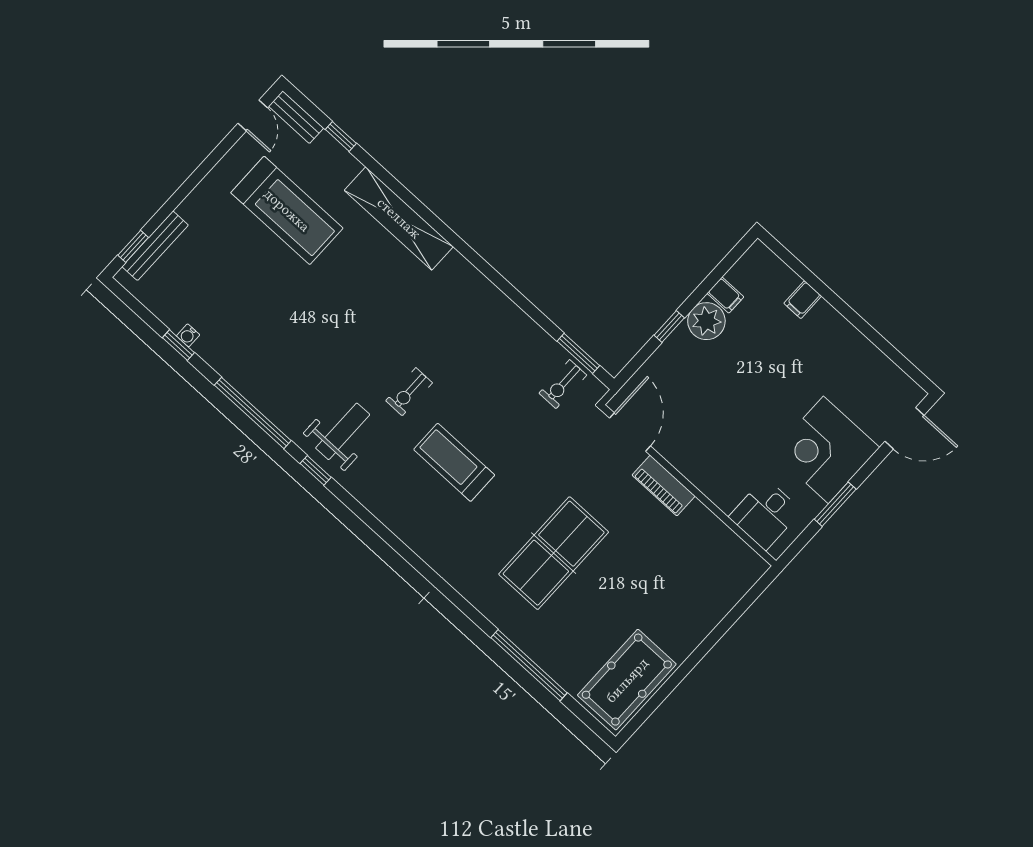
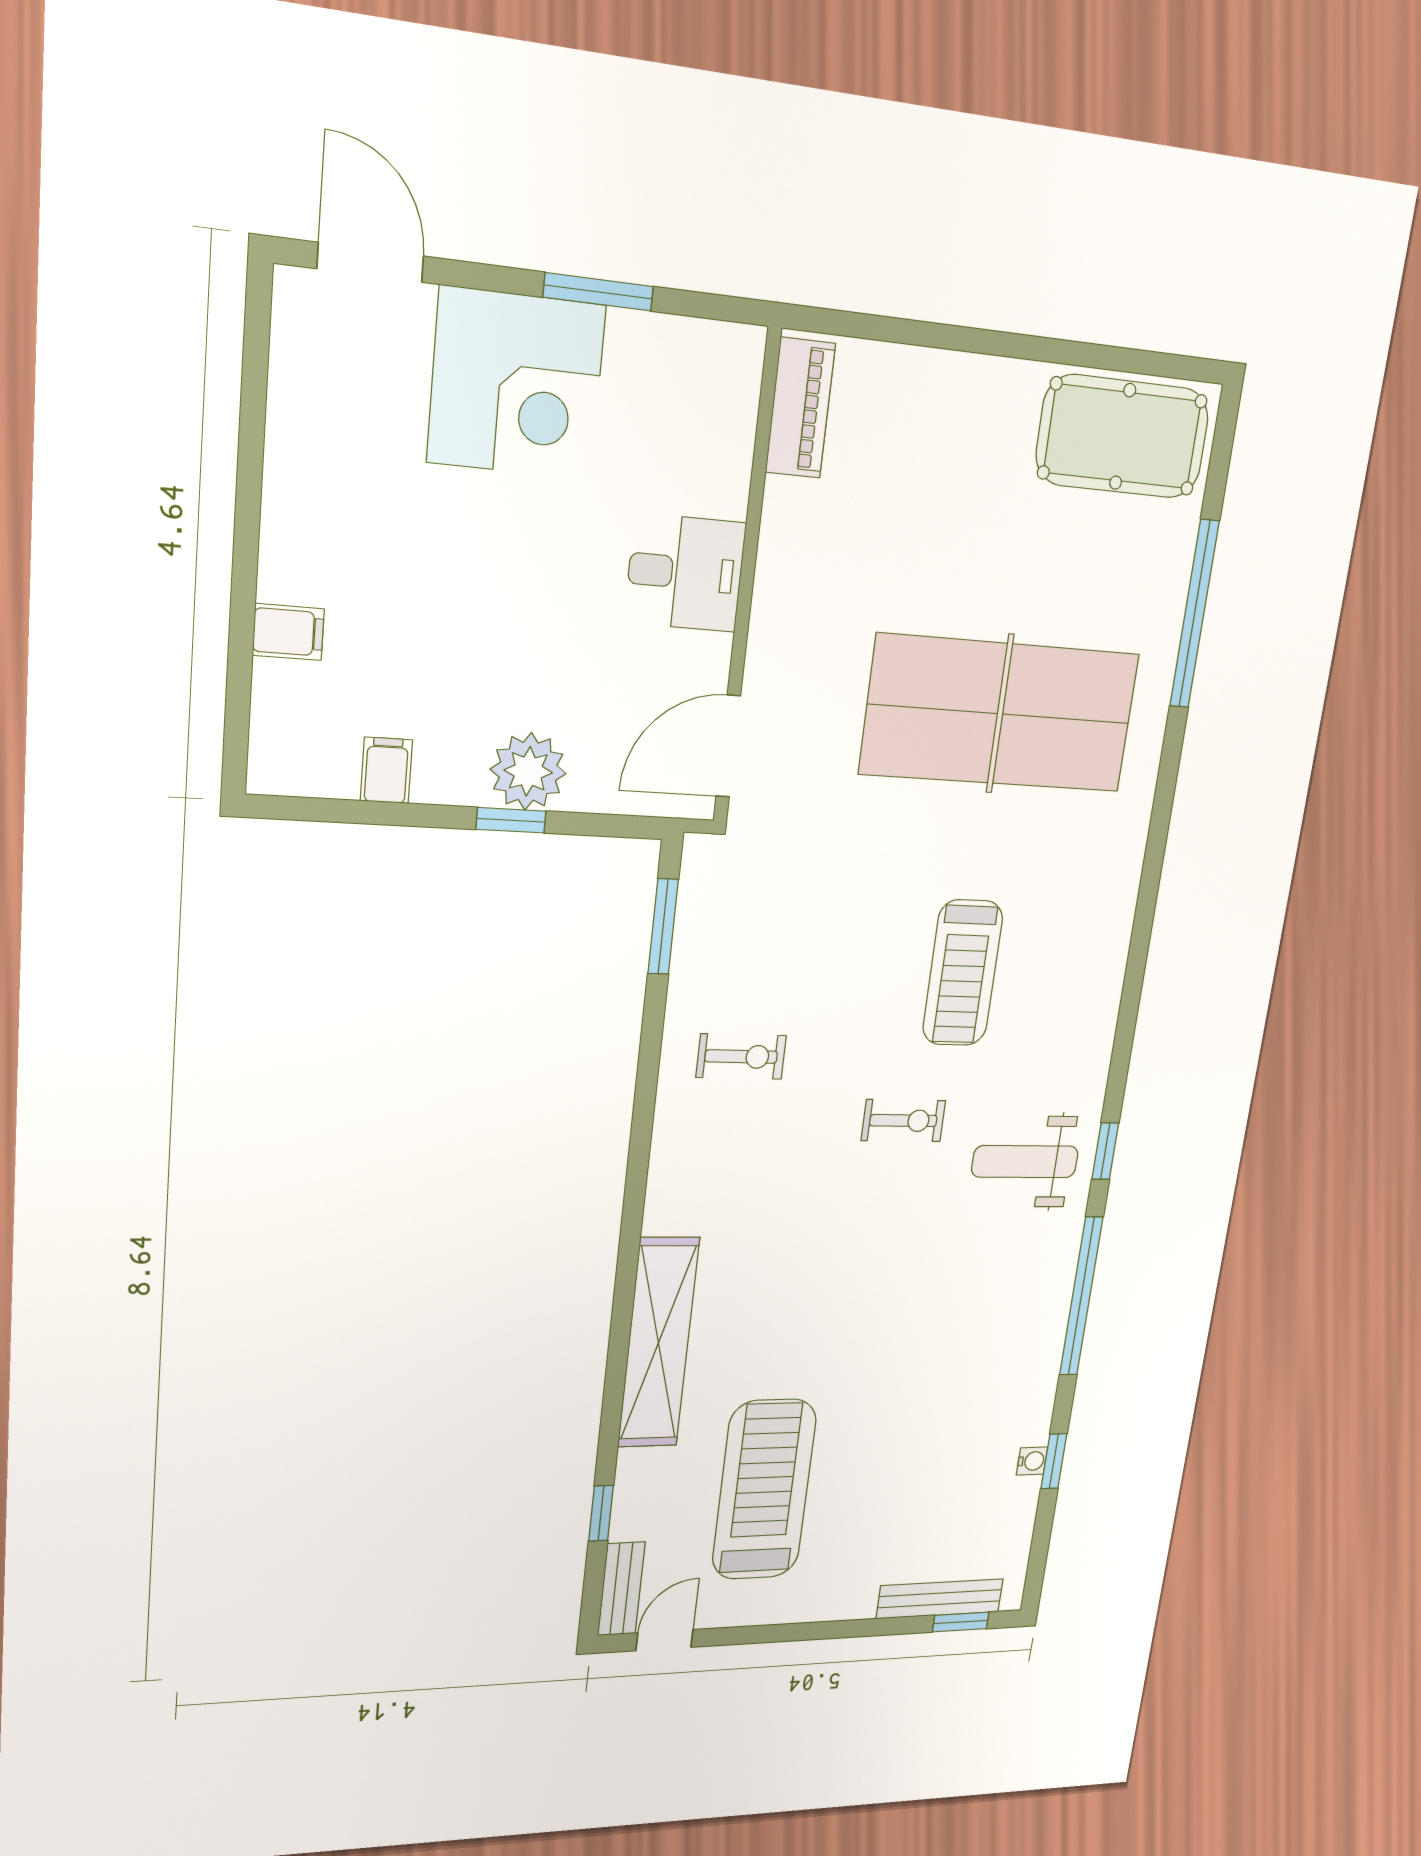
plant: (706, 321) -> (528, 771), moved
exercise bike: (563, 384) -> (741, 1057), moved
piano: (664, 486) -> (800, 408), moved
desk: (765, 514) -> (685, 573), moved
table tennis table: (554, 553) -> (1000, 714), width x1.36, depth x1.32

